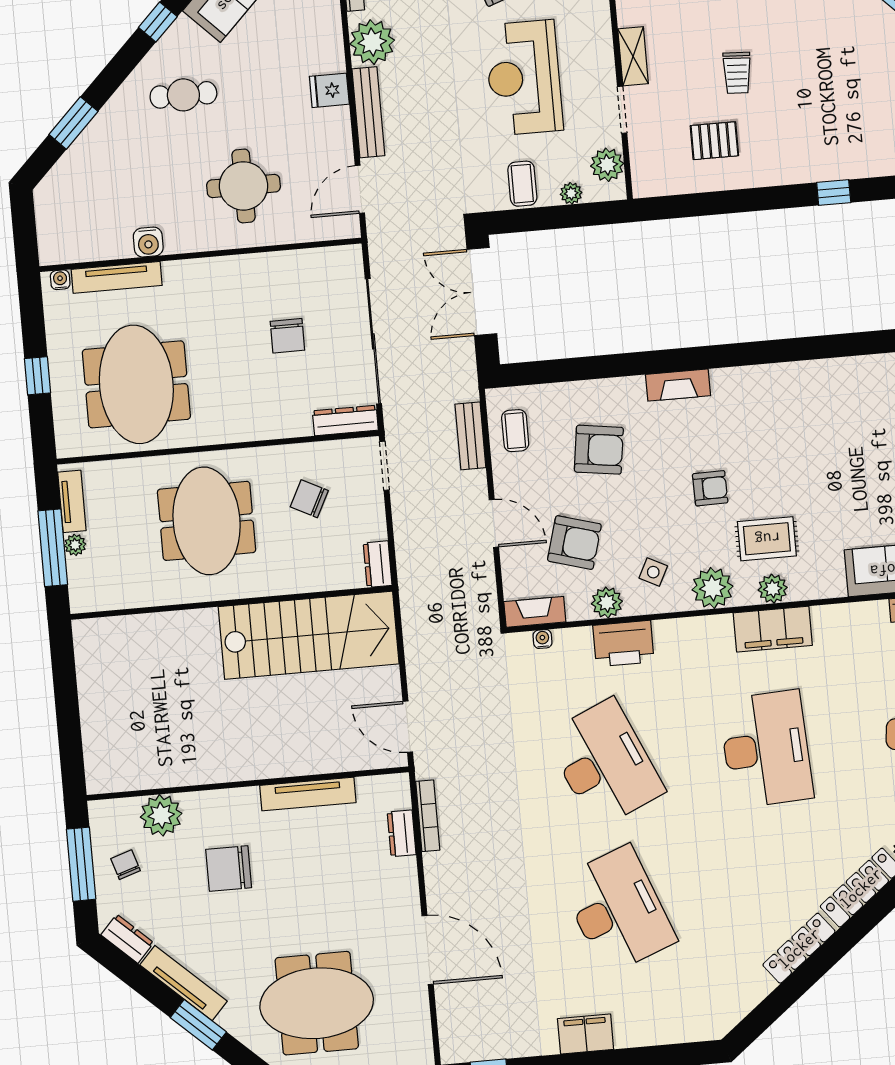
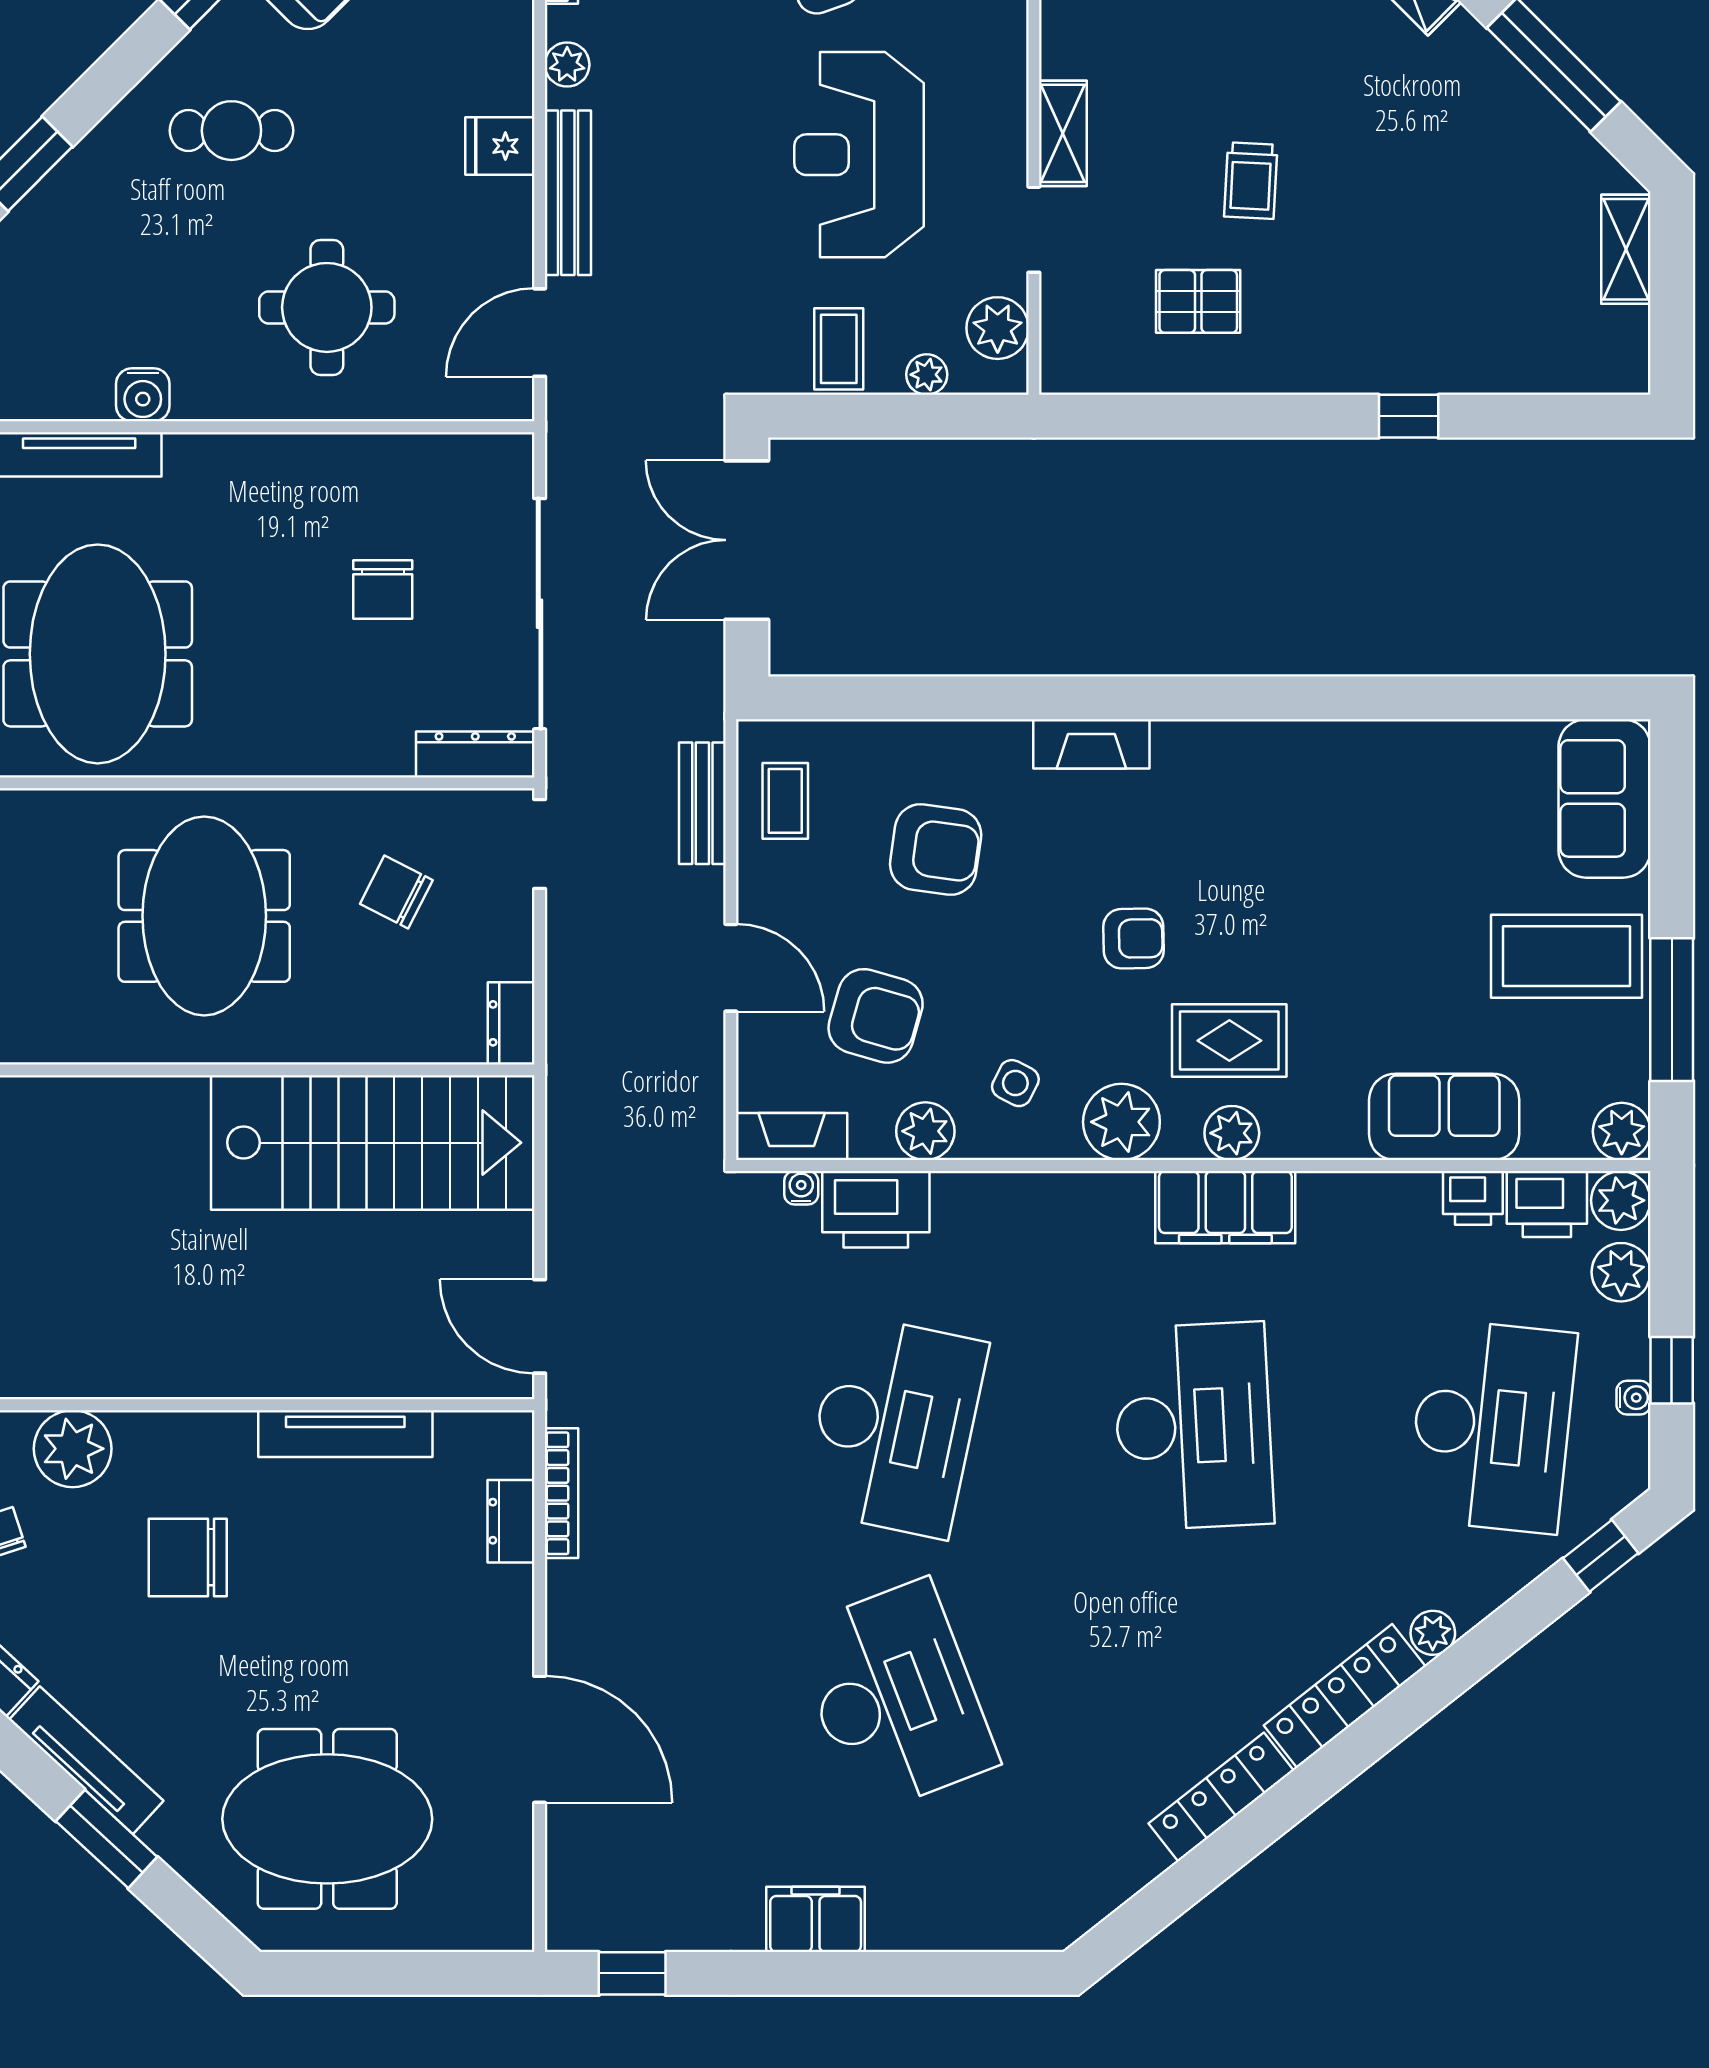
plant: (372, 42) -> (567, 65), width x0.53, depth x0.53
printer: (623, 644) -> (876, 1209), moved
desk: (605, 763) -> (895, 1426), turned 36

